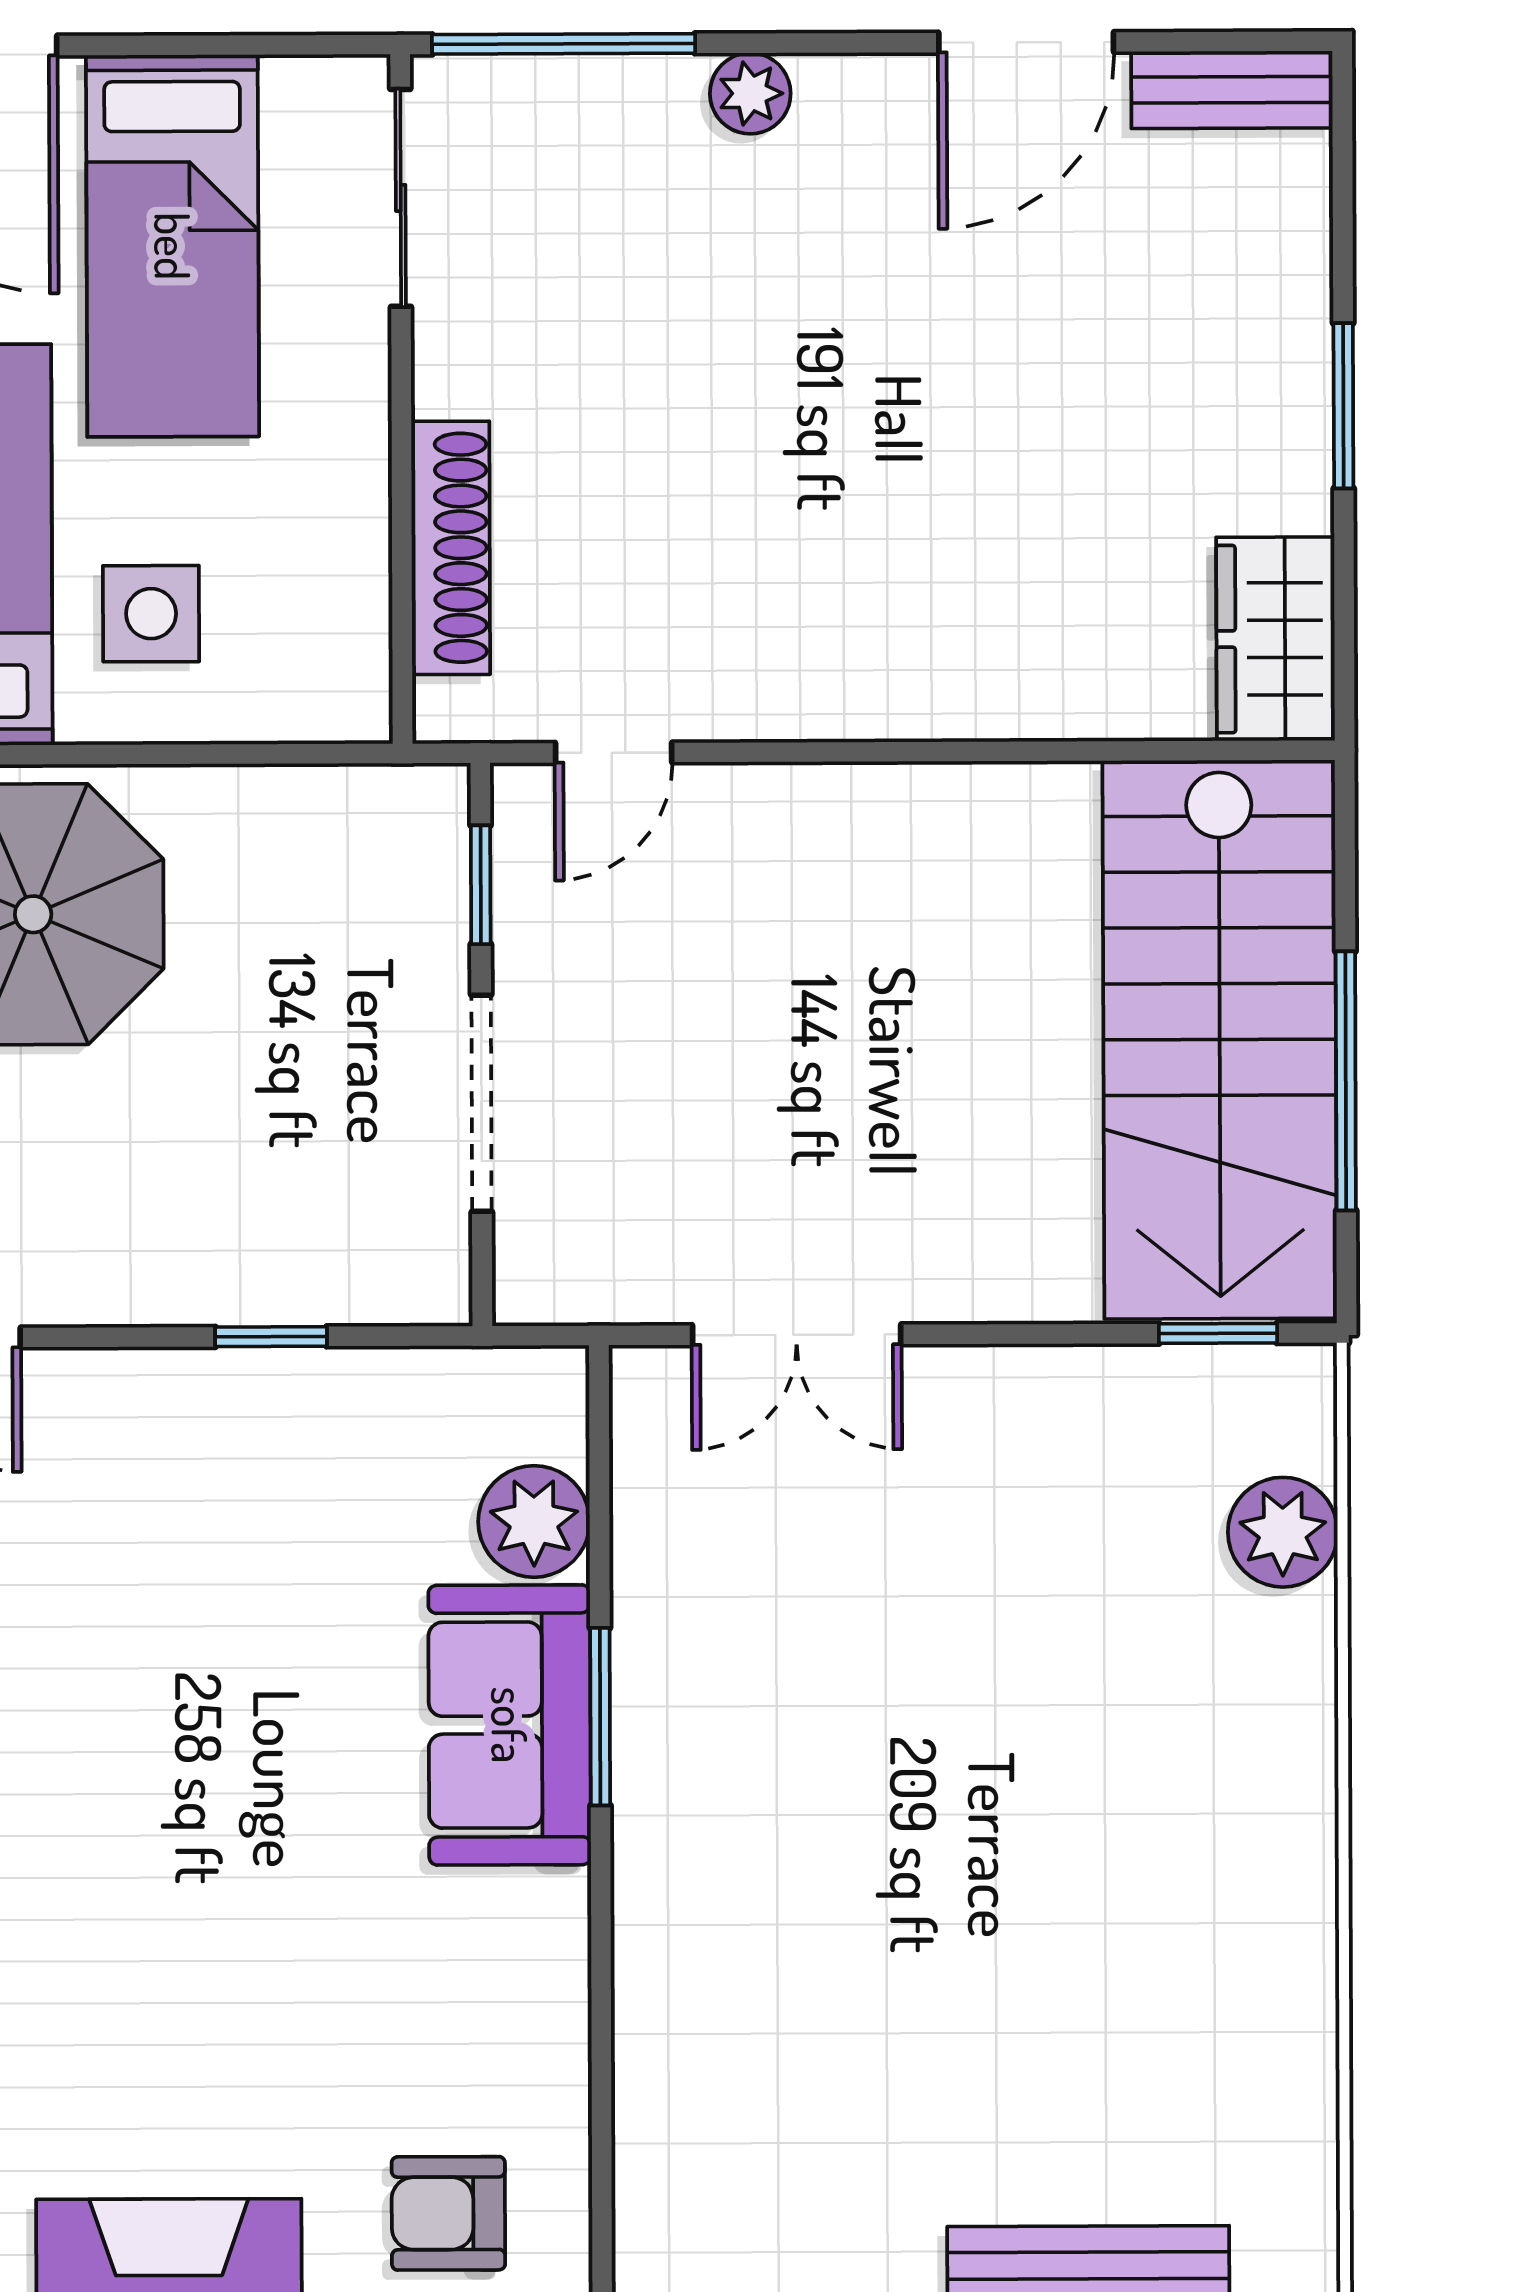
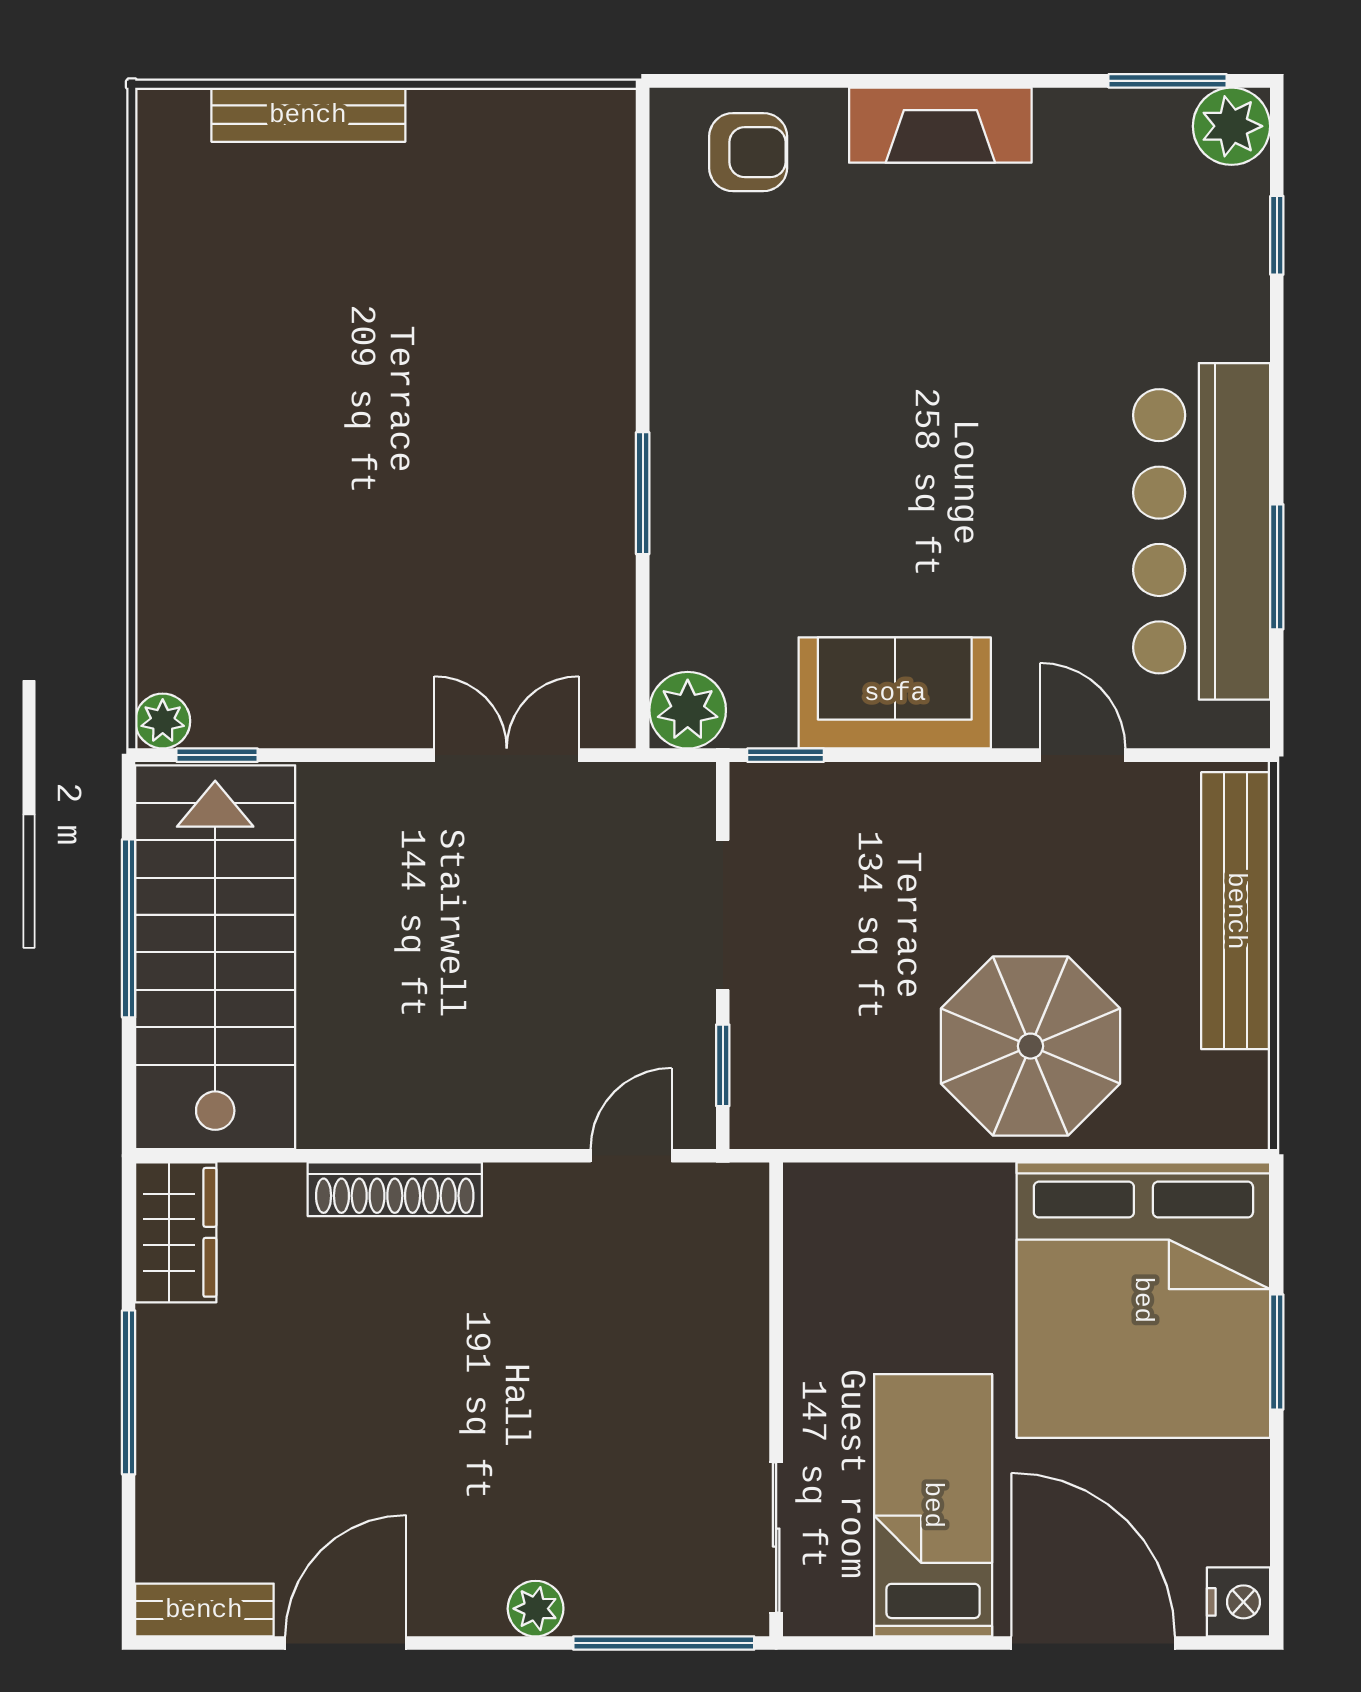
window: (1343, 406) -> (129, 1392), width x1.44
shoe rack: (451, 548) -> (395, 1189), moved, turned -90
side table: (151, 614) -> (949, 1252), removed
window: (271, 1337) -> (786, 755), moved
plant: (534, 1521) -> (688, 710), moved
plant: (1283, 1532) -> (163, 721), moved, width x0.73, depth x0.73
sofa: (510, 1725) -> (895, 693), moved, turned -90

